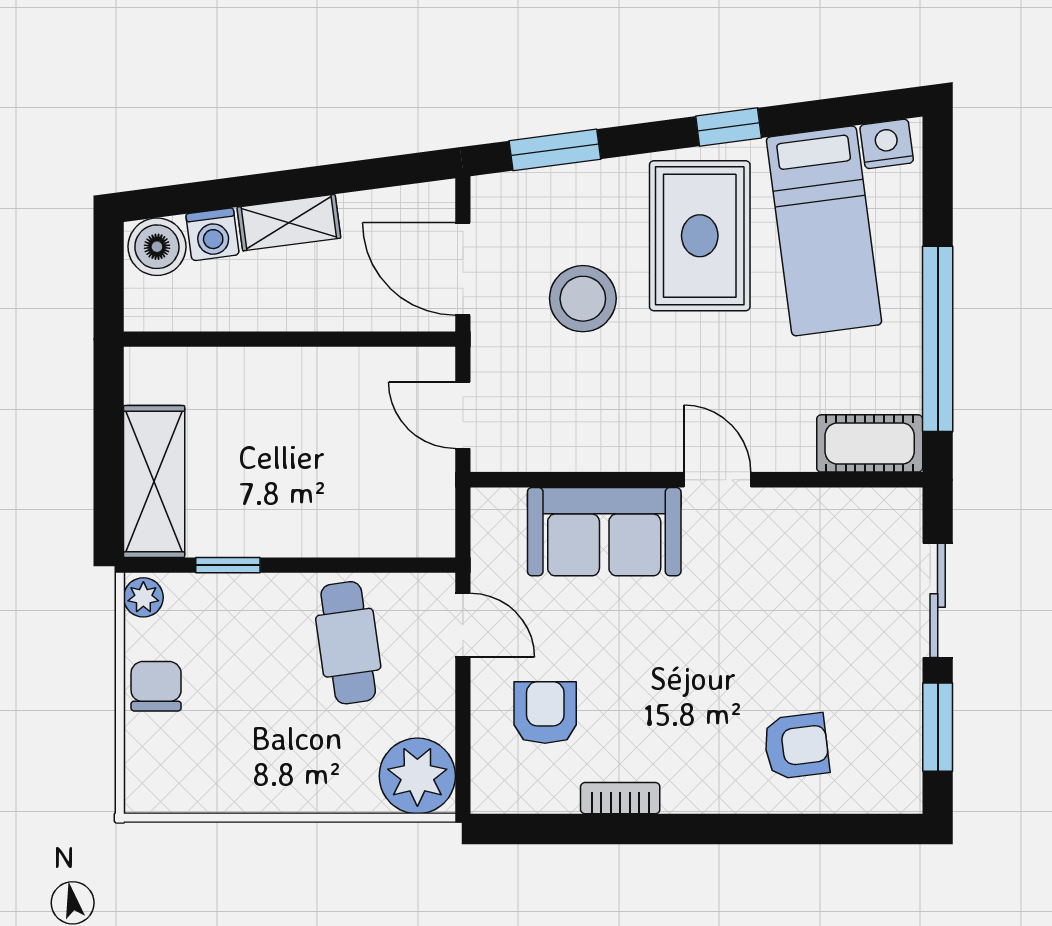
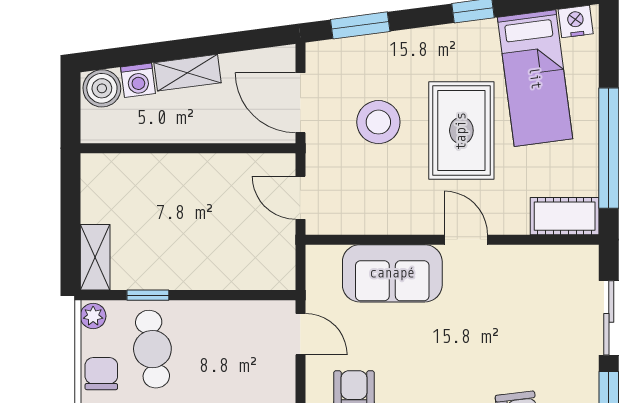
rug: (700, 236) -> (461, 131), moved
shelving: (154, 482) -> (95, 257), width x0.67, depth x0.75
cafe table: (348, 643) -> (152, 349), moved

